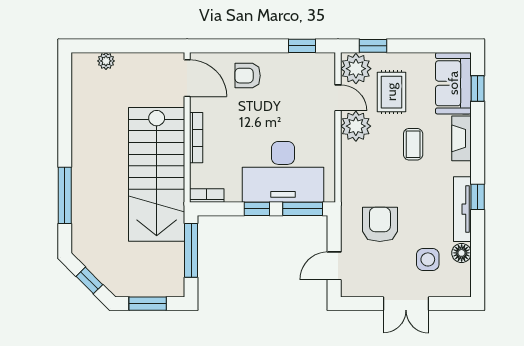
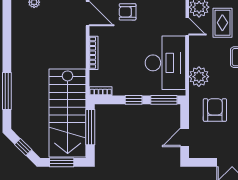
plant: (356, 126) -> (199, 77), moved
desk: (283, 172) -> (165, 63), moved, turned -90
stairs: (157, 174) -> (68, 113), moved

